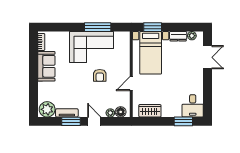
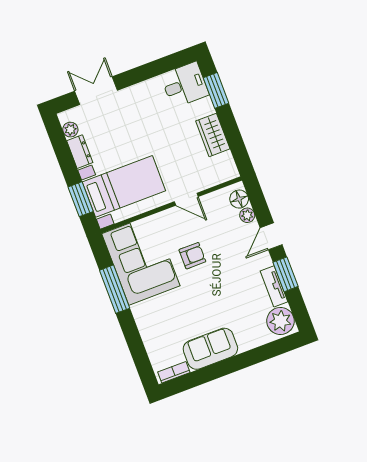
corner sofa: (92, 47) -> (141, 260), moved
wardrobe: (150, 111) -> (213, 135), moved

